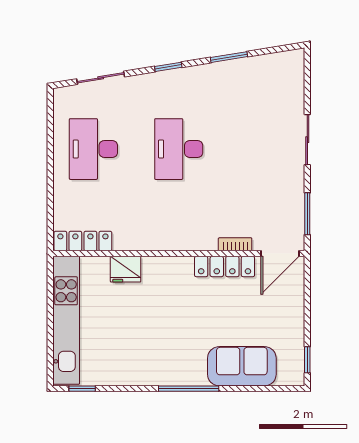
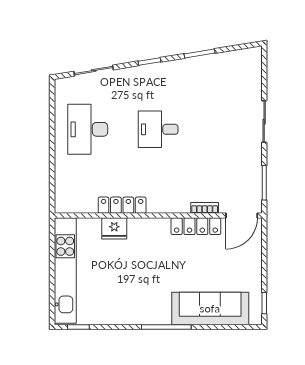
desk: (179, 149) -> (158, 129), width x0.73
locker: (83, 241) -> (122, 205), moved
sofa: (242, 366) -> (210, 308), width x1.36

